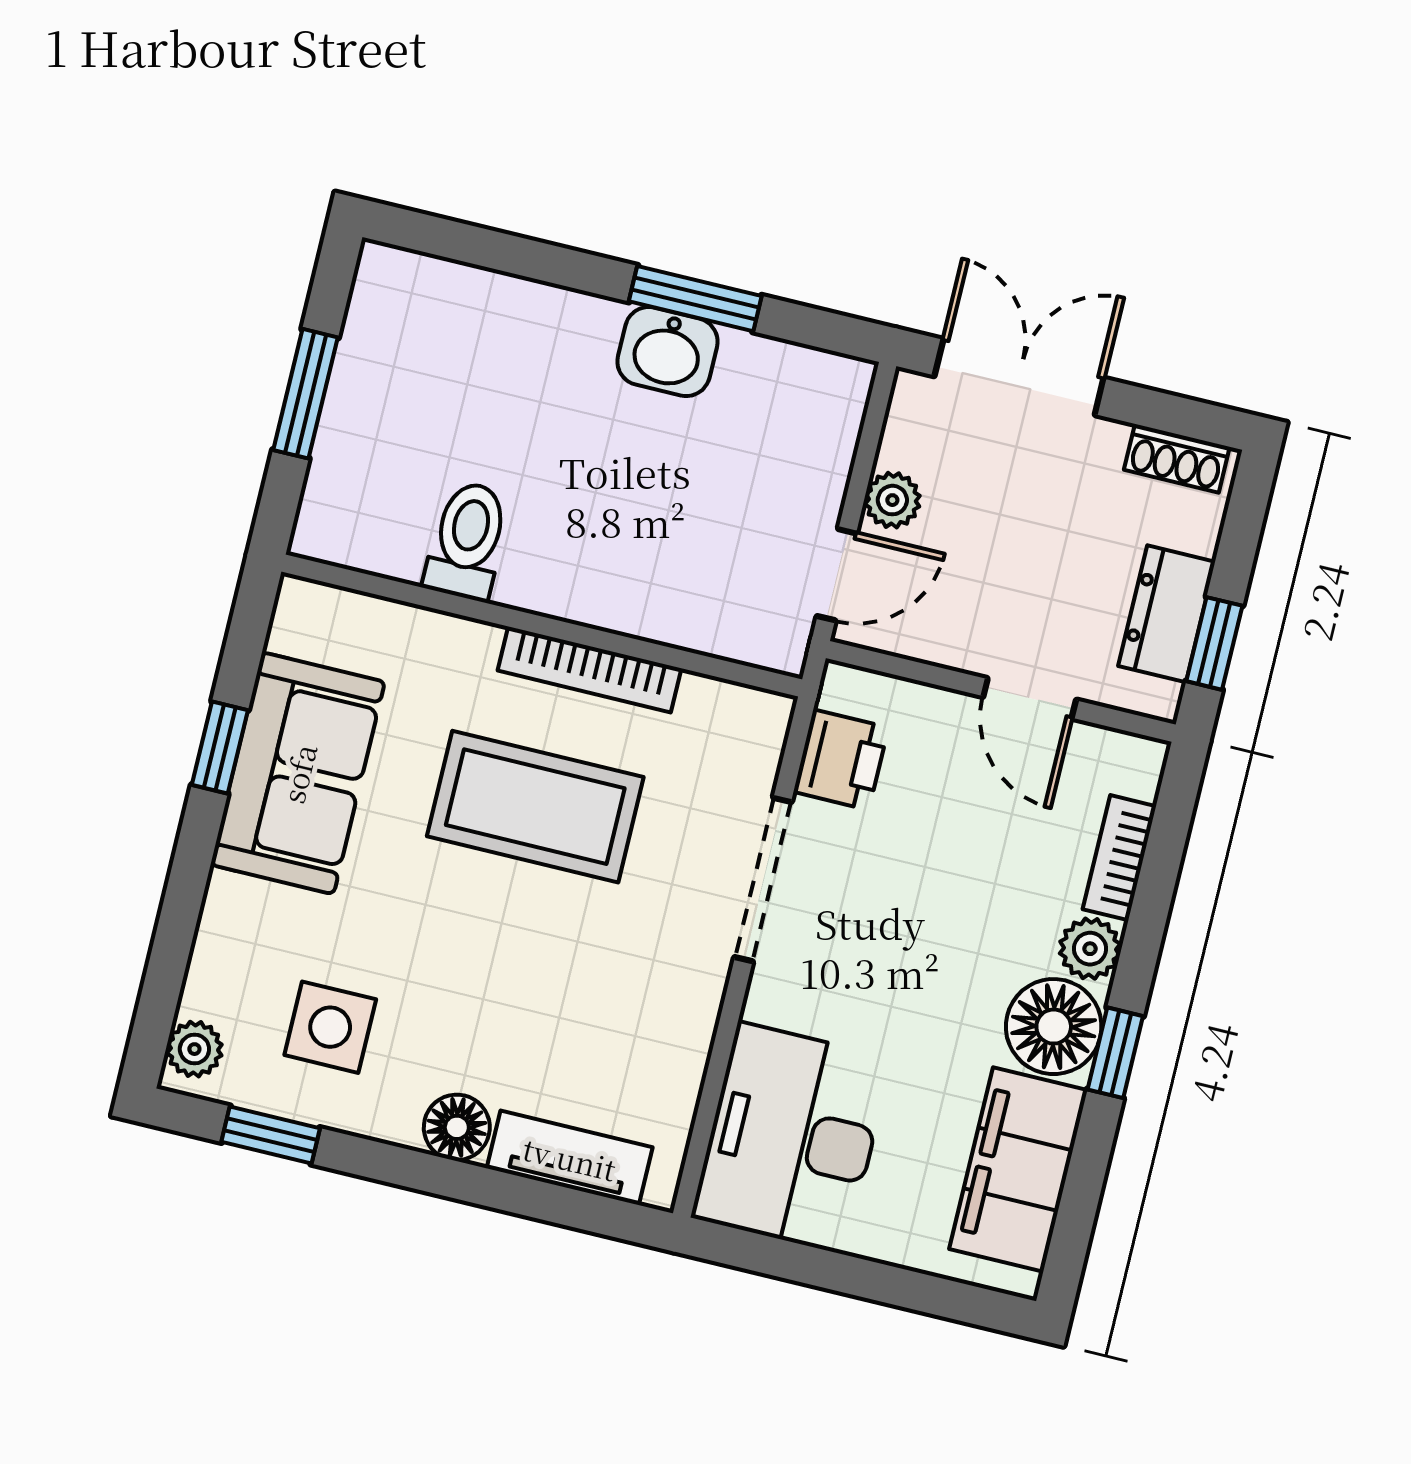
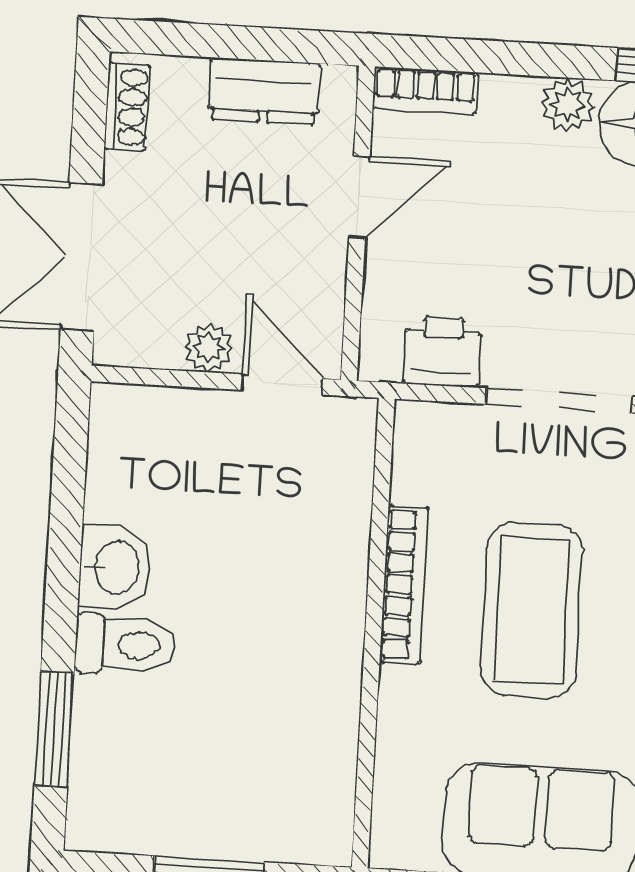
window: (695, 299) -> (54, 729), moved
toilet: (467, 541) -> (125, 645), moved, turned 180
window: (1214, 643) -> (282, 45), removed
bookcase: (1119, 858) -> (425, 90), moved

